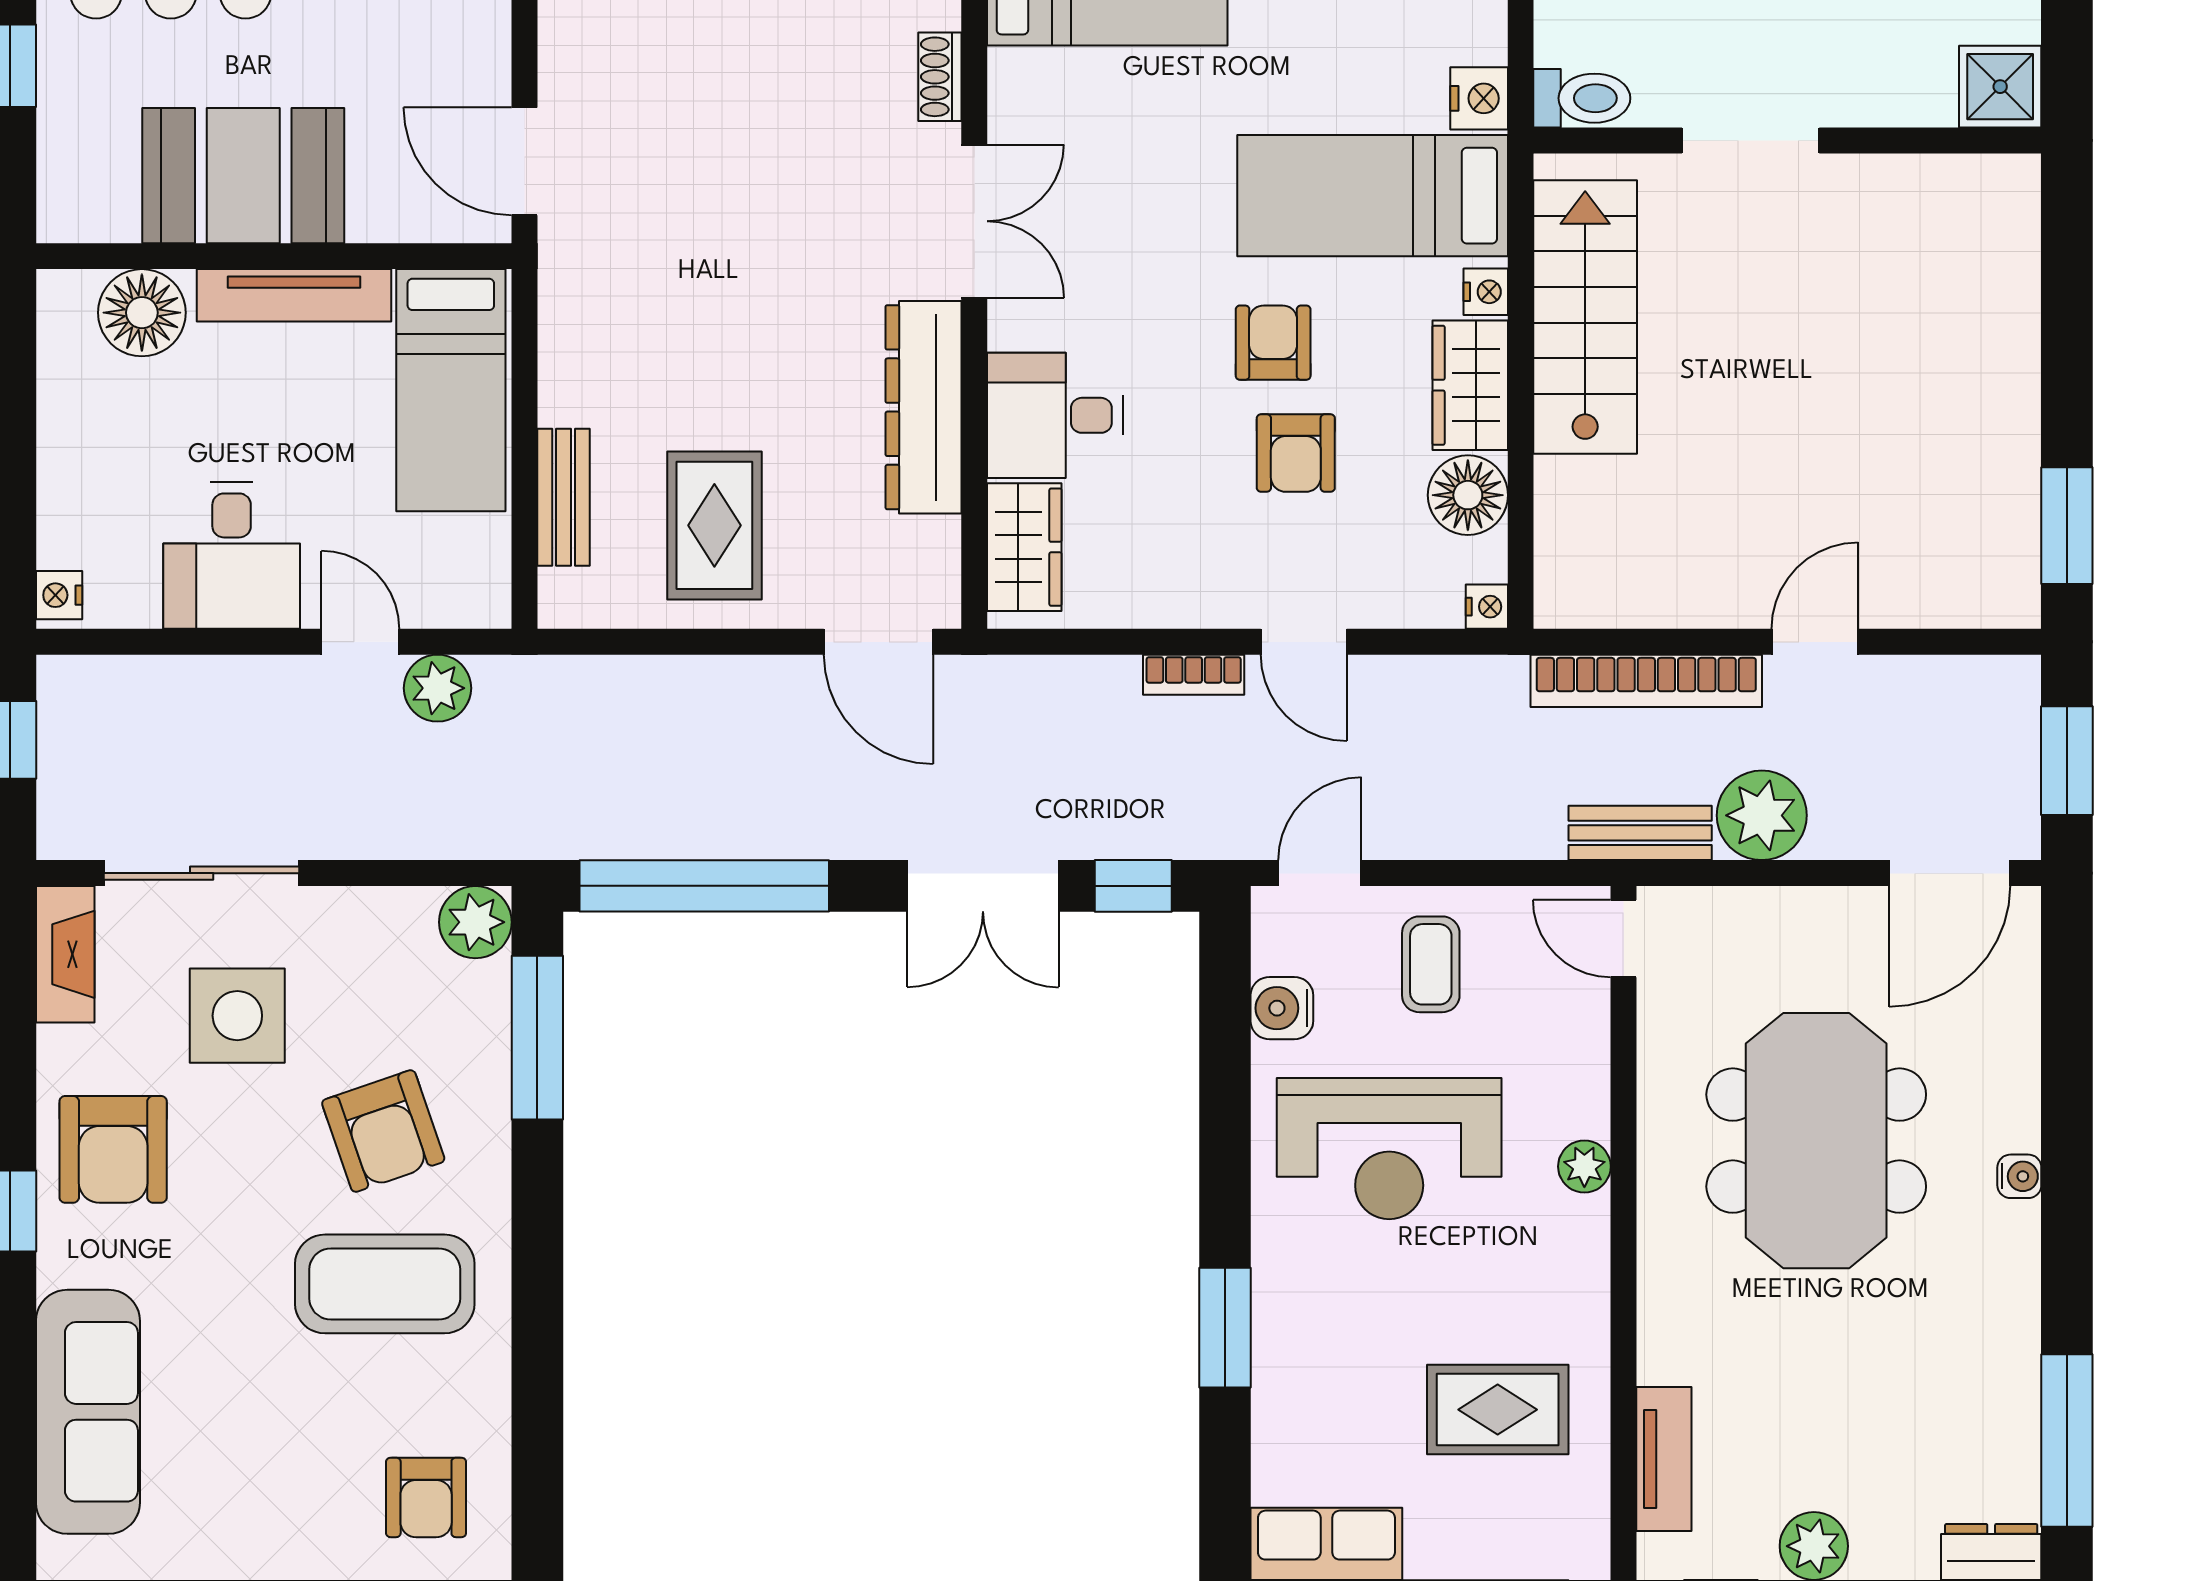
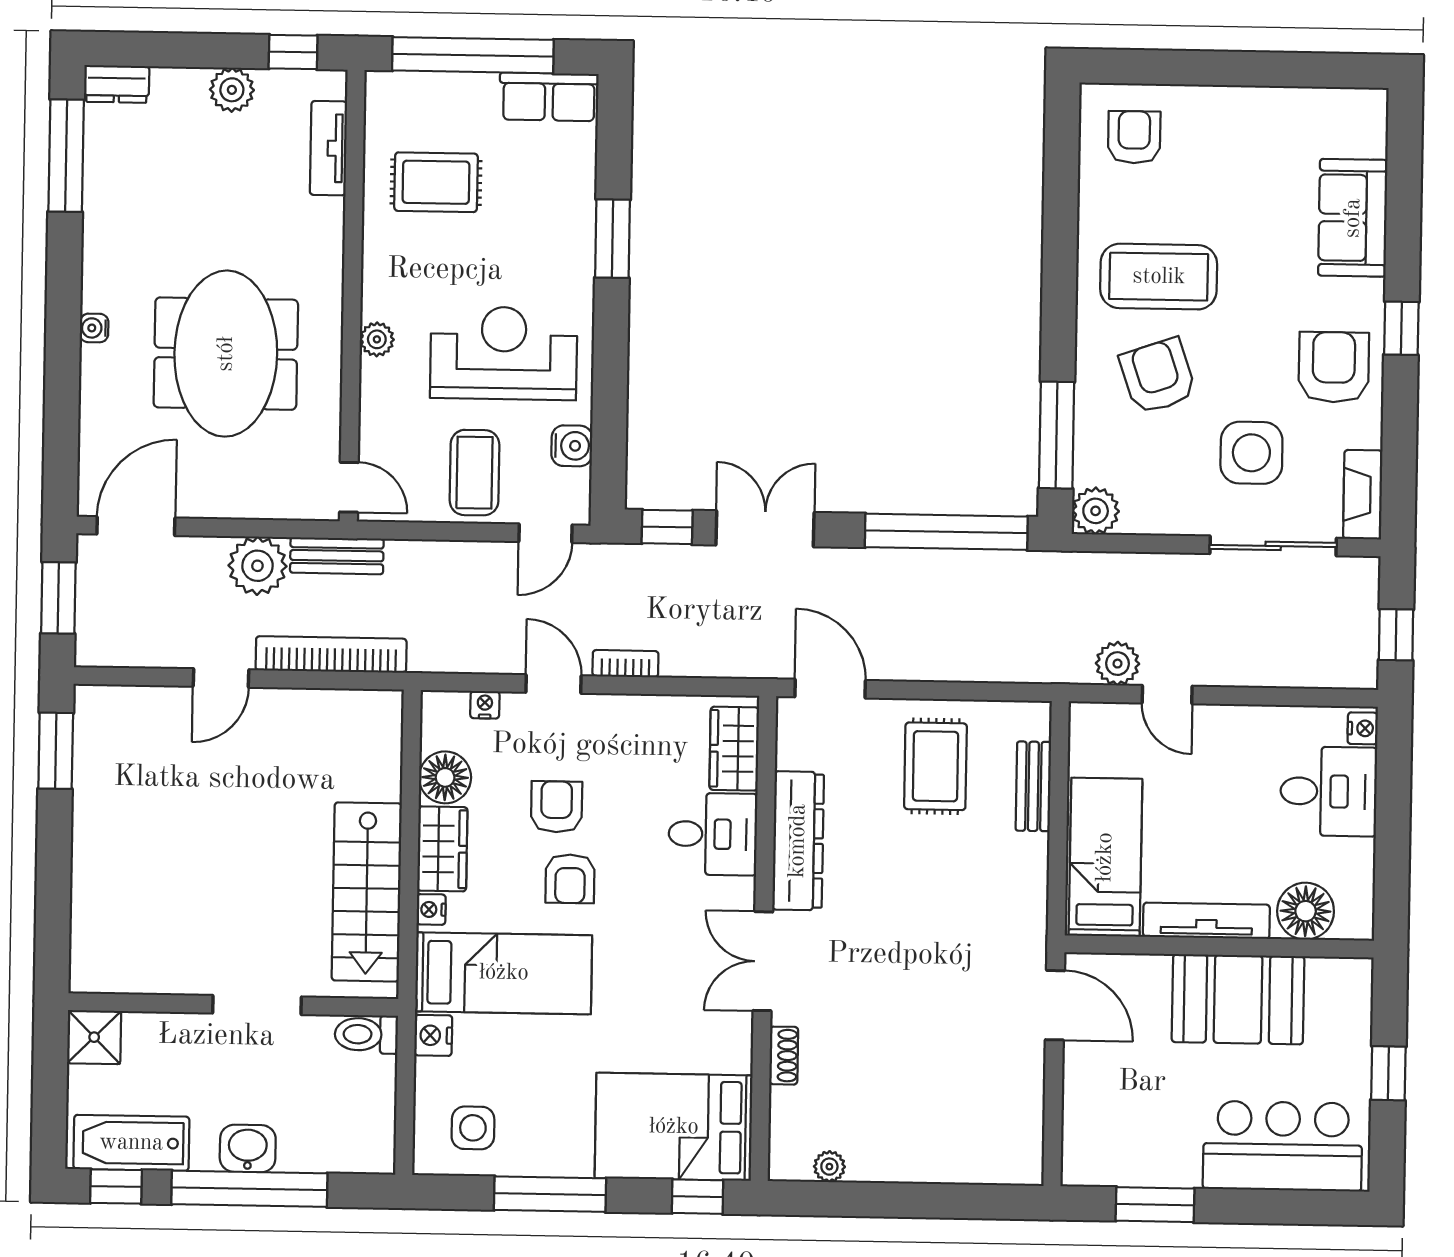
desk: (232, 555) -> (1329, 791), moved, turned 90
nightstand: (1487, 607) -> (485, 705), moved, turned 90
coffee table: (1431, 964) -> (474, 473), width x1.36, depth x1.30
sofa: (88, 1412) -> (1353, 218), width x0.73

